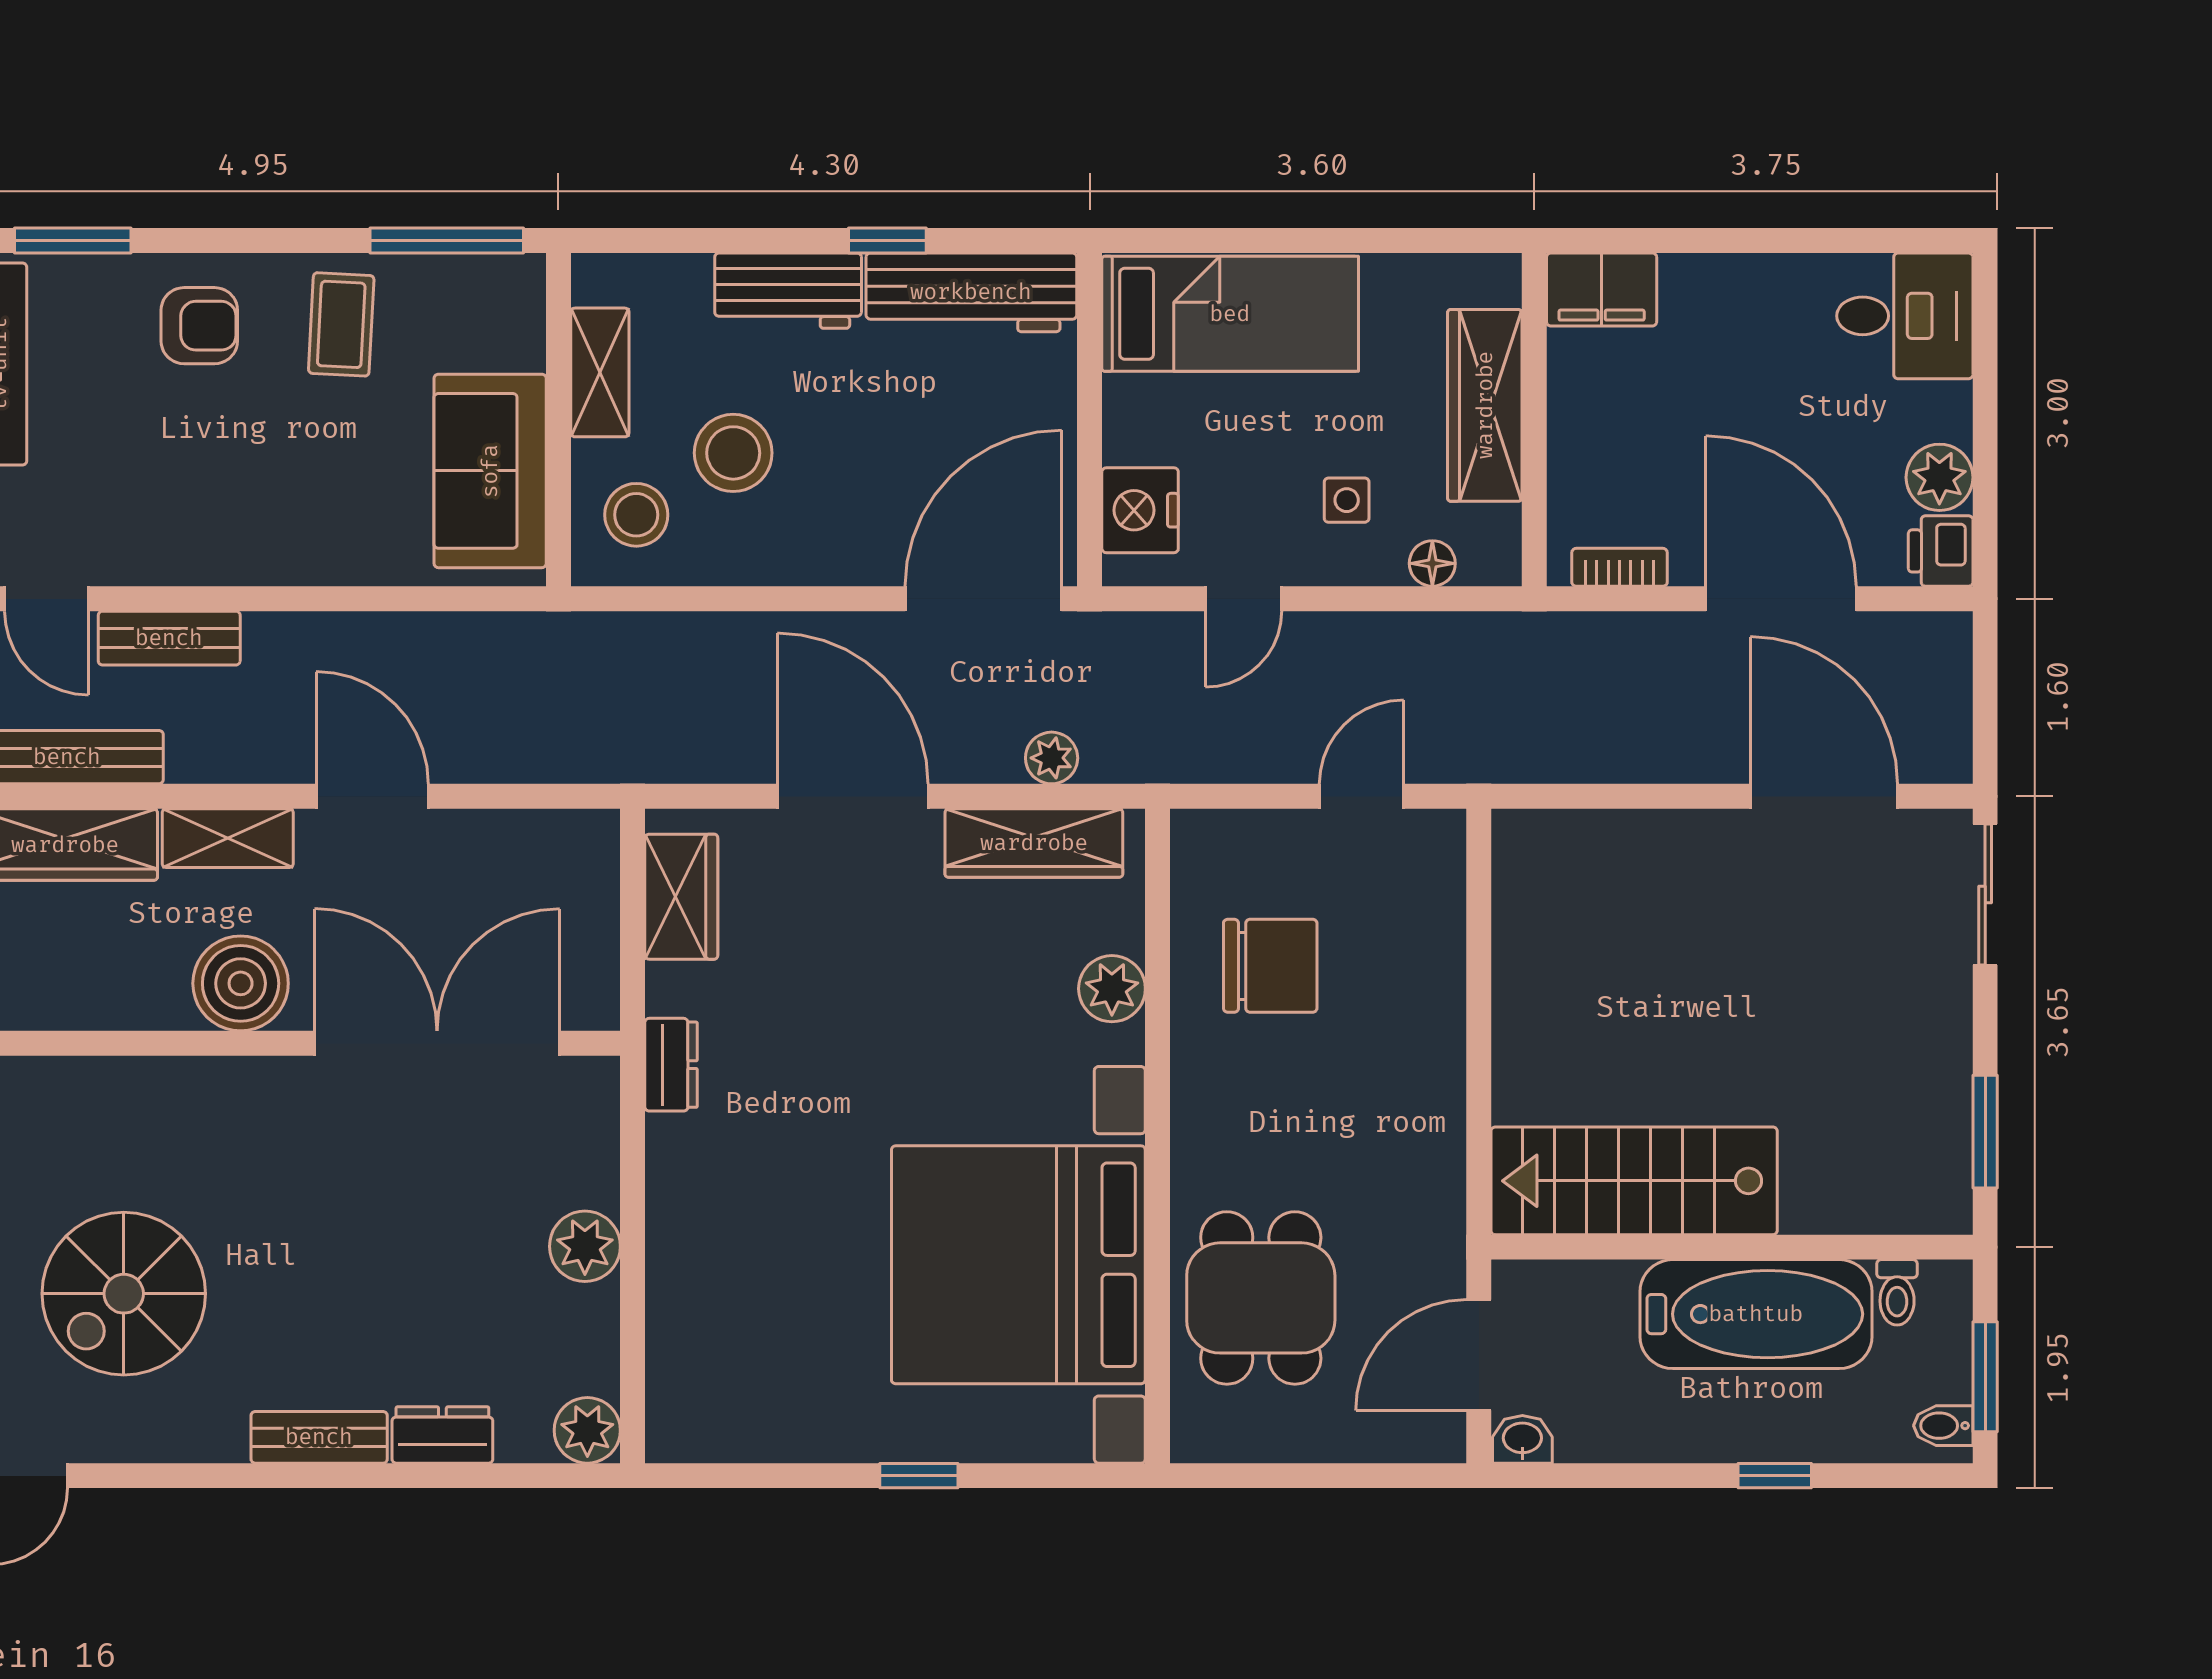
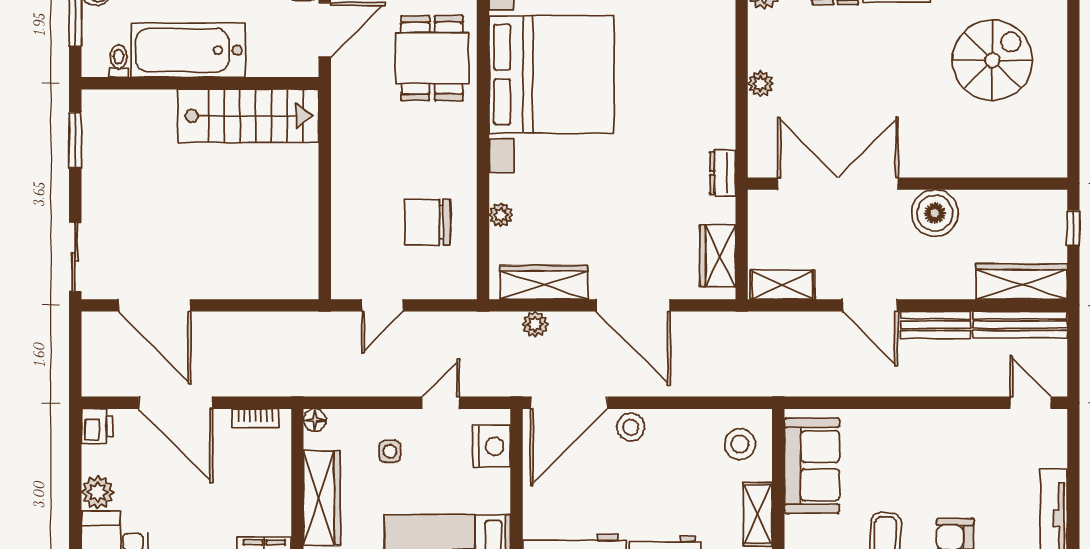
stool: (733, 453) -> (631, 427), moved, width x0.73, depth x0.73
plant: (1939, 477) -> (98, 492), moved
floor lamp: (1432, 563) -> (315, 420), moved
bench: (169, 638) -> (936, 325), moved
shelving: (228, 838) -> (782, 285), moved
plant: (1112, 989) -> (501, 215), width x0.73, depth x0.73
double door: (437, 1043) -> (838, 184), swing flipped
plant: (585, 1246) -> (760, 84), width x0.73, depth x0.73

